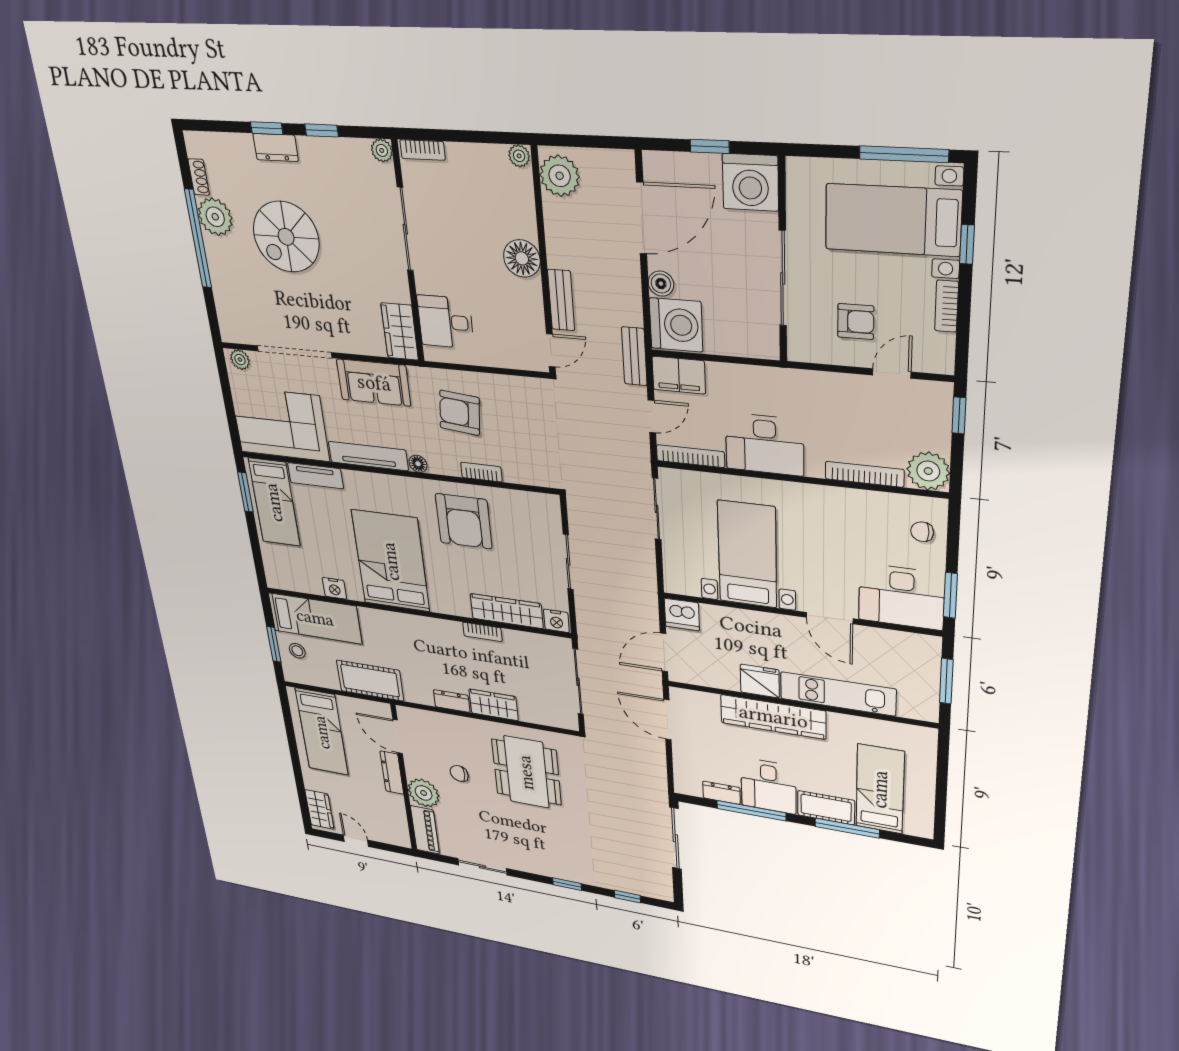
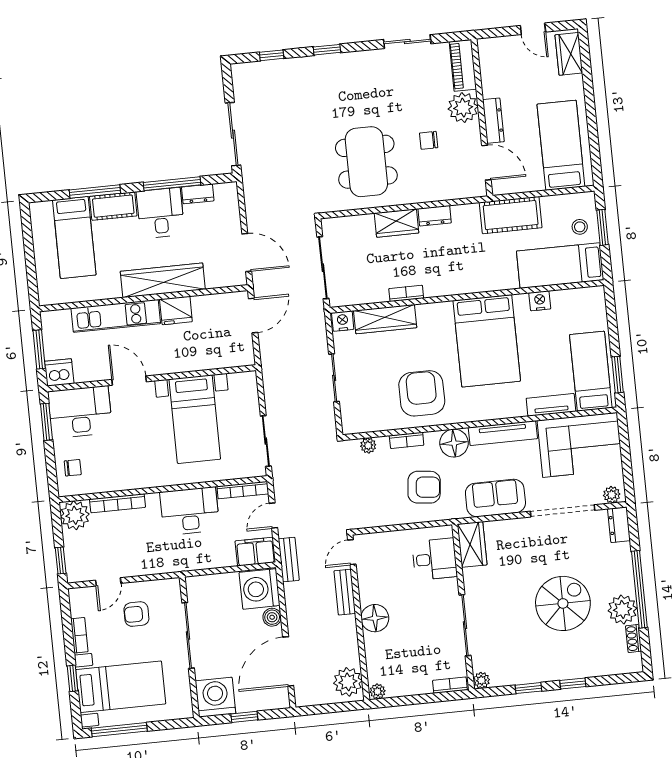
dresser: (276, 147) -> (619, 525), moved, turned -90
floor lamp: (418, 464) -> (454, 443), width x1.89, depth x1.89
plant: (528, 476) -> (368, 445), added
dishwasher: (682, 615) -> (59, 372), moved
chair: (459, 773) -> (429, 140), turned 180

